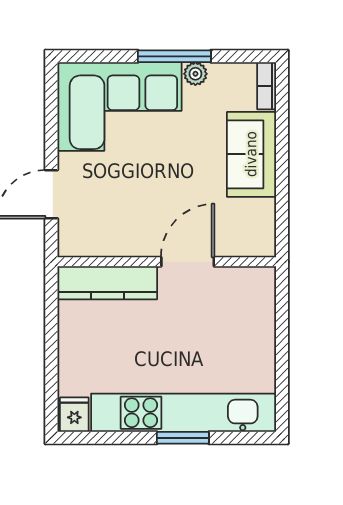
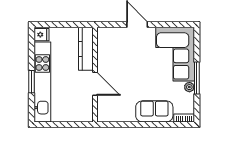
wall: (167, 262) -> (95, 75), moved
door: (188, 262) -> (95, 84), moved
kitchen counter: (107, 283) -> (86, 49), moved

